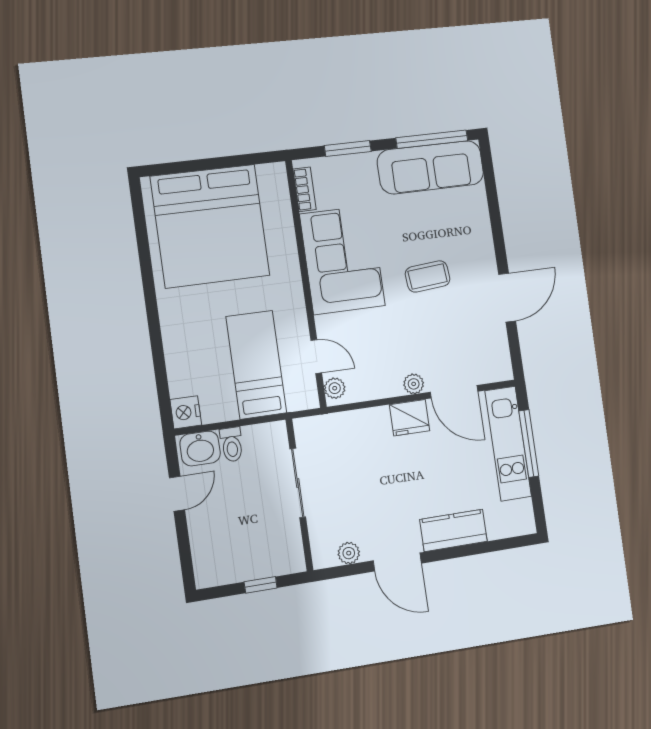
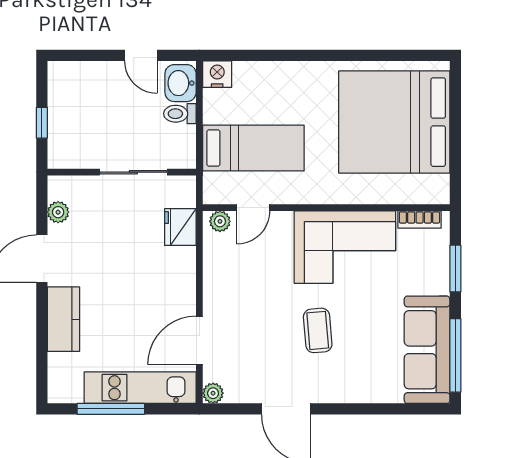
plant: (414, 384) -> (213, 393), moved
fridge: (410, 418) -> (180, 227), moved
window: (529, 443) -> (111, 409), moved

